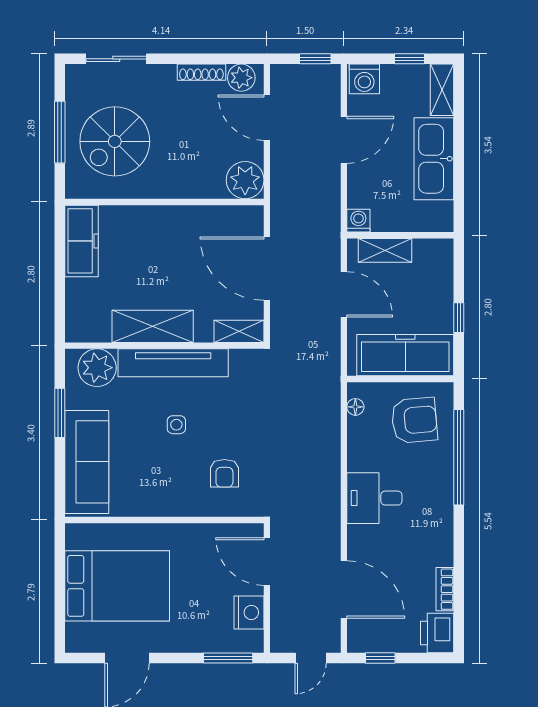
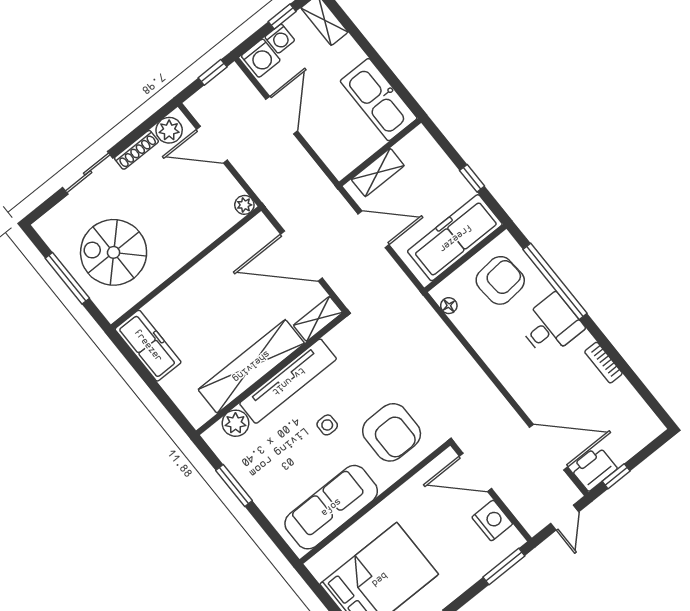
sliding door: (116, 59) -> (88, 173), moved
spiral stairs: (115, 141) -> (114, 252), turned 90
kitchen sink: (434, 159) -> (379, 100), moved
plant: (245, 180) -> (244, 205), width x0.53, depth x0.53
washing machine: (358, 221) -> (280, 39), moved, turned 180
shelving: (153, 326) -> (251, 366), width x1.47
plant: (97, 368) -> (236, 423), width x0.73, depth x0.73
sofa: (87, 462) -> (331, 507), moved, turned -90
armchair: (224, 473) -> (392, 432), width x1.88, depth x1.88
desk: (374, 498) -> (551, 325), moved, turned 180
bookcase: (445, 589) -> (603, 363), moved
printer: (437, 633) -> (593, 468), moved, turned 90

